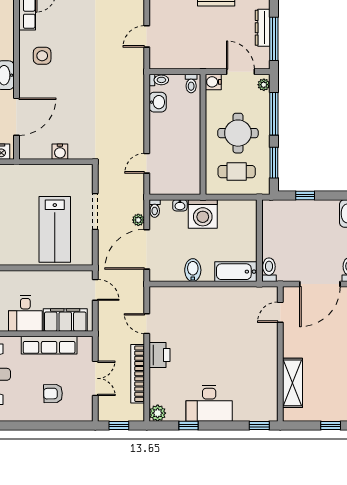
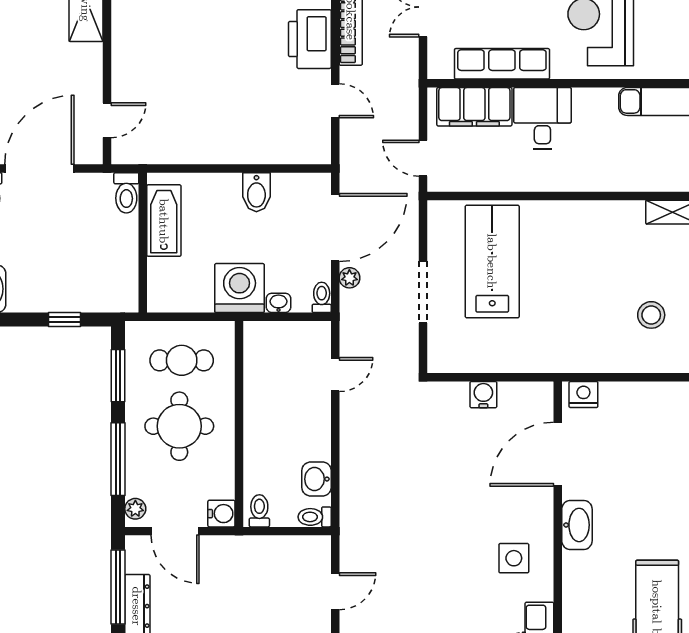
bathtub: (236, 272) -> (164, 221), moved, turned -90
printer: (160, 355) -> (310, 39), width x1.37, depth x1.19

